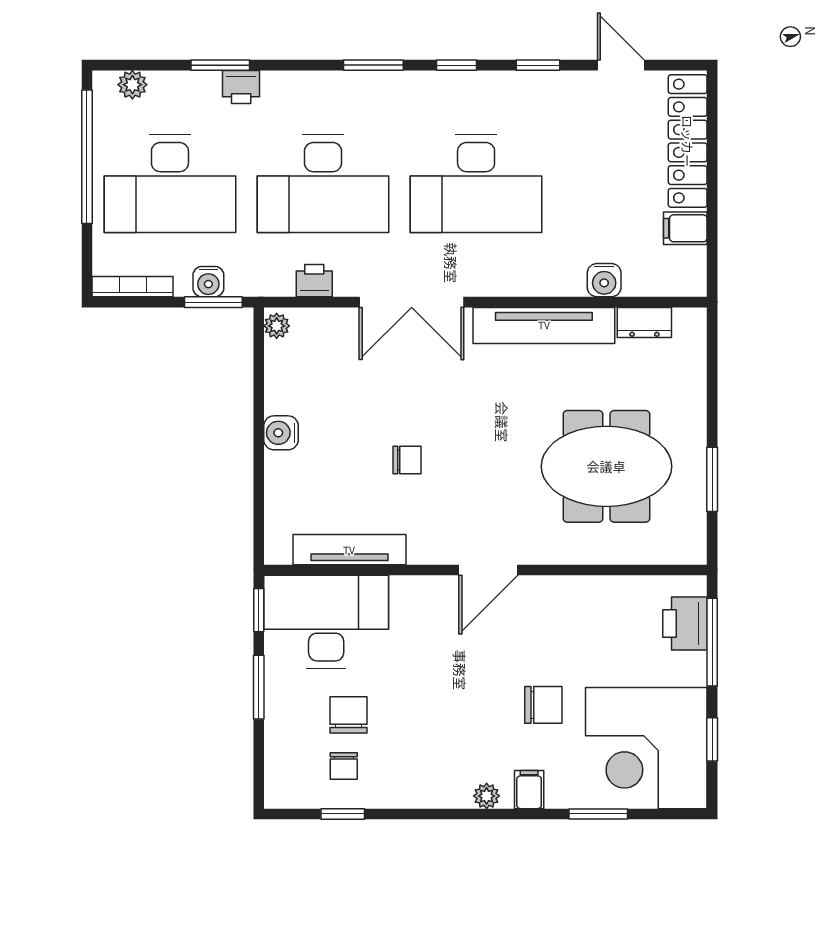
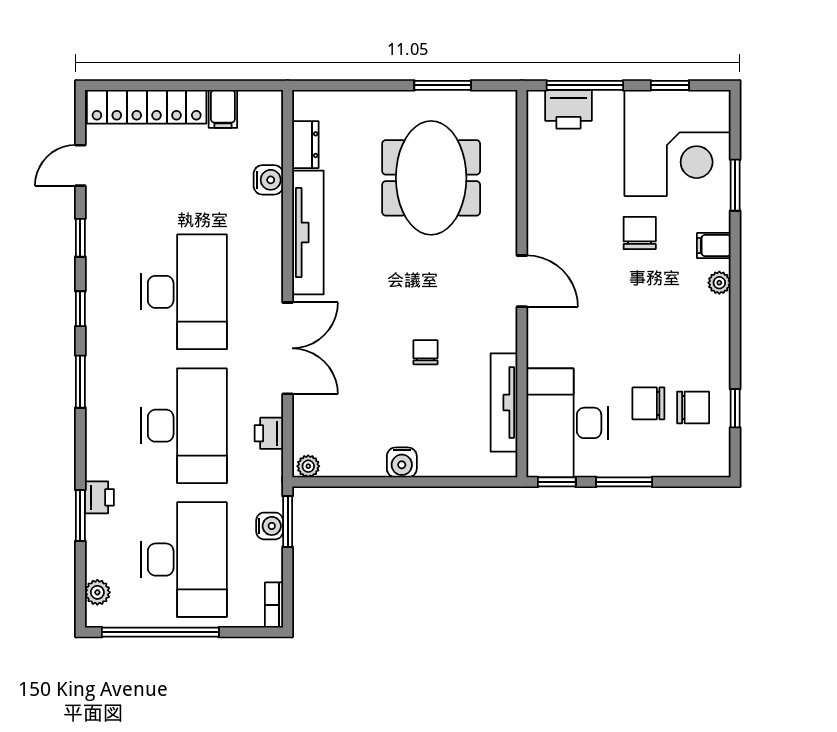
bookcase: (133, 287) -> (274, 605), width x0.64
chair: (344, 766) -> (693, 408), width x1.37, depth x1.37

